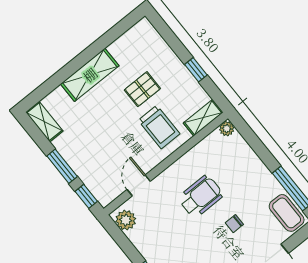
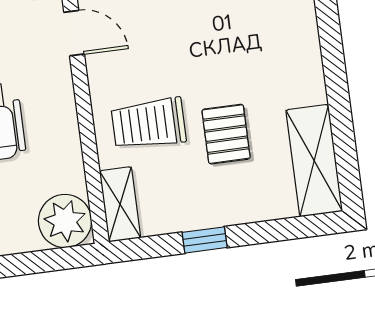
shelving: (90, 75) -> (314, 161), moved
plant: (227, 129) -> (65, 221), width x1.88, depth x1.88

